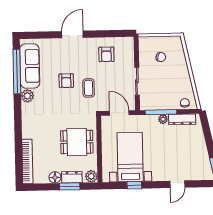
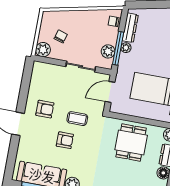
plant: (145, 43) -> (43, 50), added
armchair: (106, 54) -> (45, 109), moved
plant: (156, 104) -> (108, 51), added

